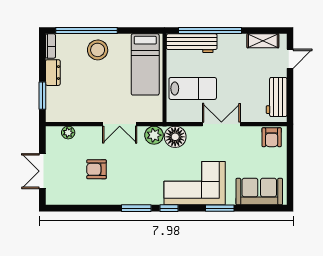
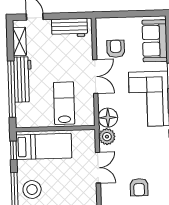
window: (142, 31) -> (13, 150), added
workbench: (192, 43) -> (23, 79), moved
double door: (221, 124) -> (95, 76), swing flipped
armchair: (272, 137) -> (116, 49), moved, turned -90

